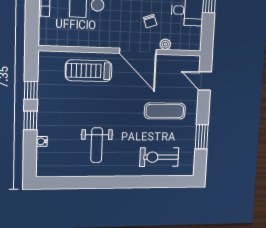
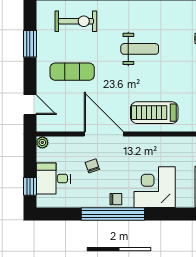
plant: (165, 44) -> (42, 142), moved
treadmill: (89, 71) -> (154, 113), turned 180
weight bench: (97, 145) -> (140, 49), moved, turned 90

